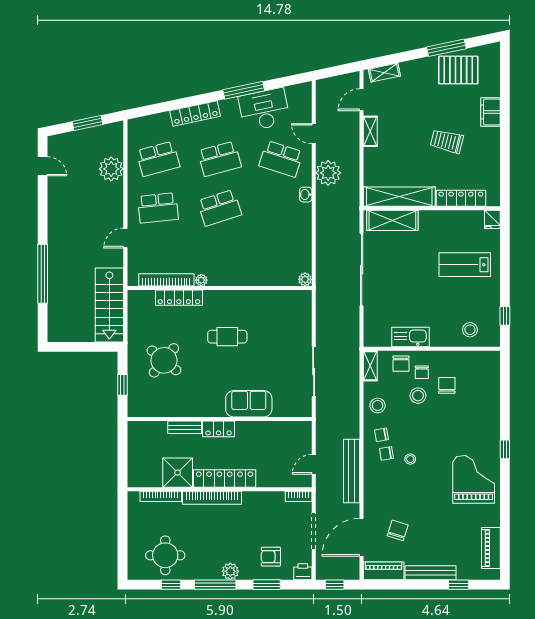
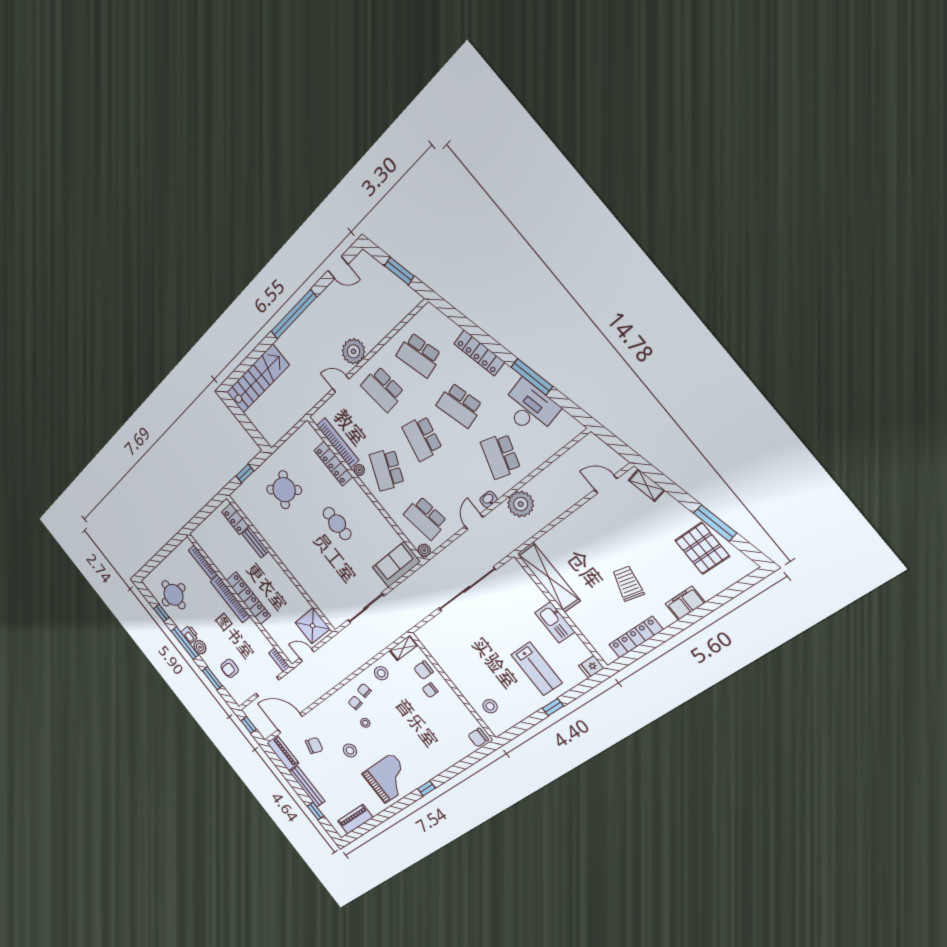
shelving: (370, 131) -> (584, 513), removed
door: (314, 134) -> (474, 522), moved
door: (43, 166) -> (338, 267), hinge flipped
plant: (111, 169) -> (353, 351), moved
locker: (461, 198) -> (636, 637), moved, turned -90
school desk: (220, 208) -> (422, 438), turned 30
shelving: (392, 220) -> (525, 586), removed
school desk: (220, 257) -> (387, 470), added
school desk: (281, 257) -> (425, 518), added
lab bench: (465, 265) -> (537, 669), turned 180
window: (43, 274) -> (294, 314), moved
stairs: (109, 305) -> (258, 379), moved, turned 180
window: (505, 316) -> (553, 707), moved
kitchen sink: (410, 337) -> (555, 622), moved, turned 180
chair: (447, 385) -> (478, 738), moved, turned 180
stool: (418, 396) -> (350, 750), moved
sofa: (249, 404) -> (396, 564), moved, turned -90
locker: (219, 429) -> (235, 519), moved
bench: (352, 471) -> (324, 686), removed
shower: (178, 473) -> (313, 626), moved
armchair: (271, 557) -> (230, 668), turned -90
printer: (303, 572) -> (190, 634), moved

